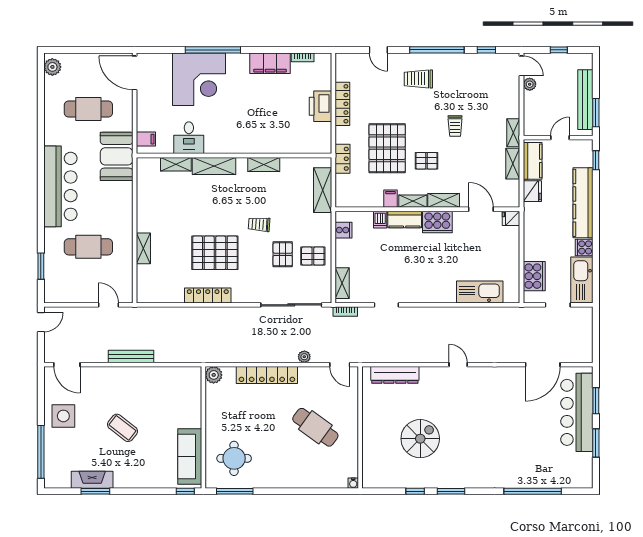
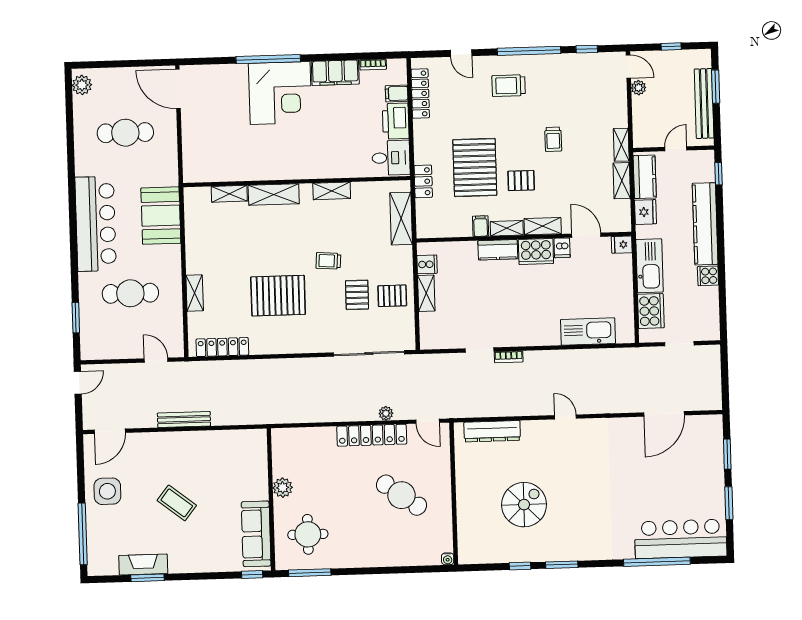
corner desk: (199, 79) -> (280, 93), moved
locker: (342, 104) -> (420, 94), moved
window: (596, 113) -> (716, 87), moved
desk: (189, 138) -> (391, 158), moved, turned -90
filing cabinet: (146, 139) -> (397, 93), moved, turned 180
booth: (117, 156) -> (161, 216), moved
dishwasher: (380, 220) -> (562, 248), moved
kitchen sink: (582, 280) -> (650, 266), moved, turned 180
shelving: (342, 283) -> (426, 293), moved
locker: (208, 295) -> (222, 347), moved
bookcase: (345, 312) -> (509, 357), moved
door: (67, 365) -> (110, 431), hinge flipped
plant: (214, 375) -> (283, 488), moved
locker: (267, 375) -> (372, 435), moved
bar counter: (577, 412) -> (681, 539), moved, turned 90

